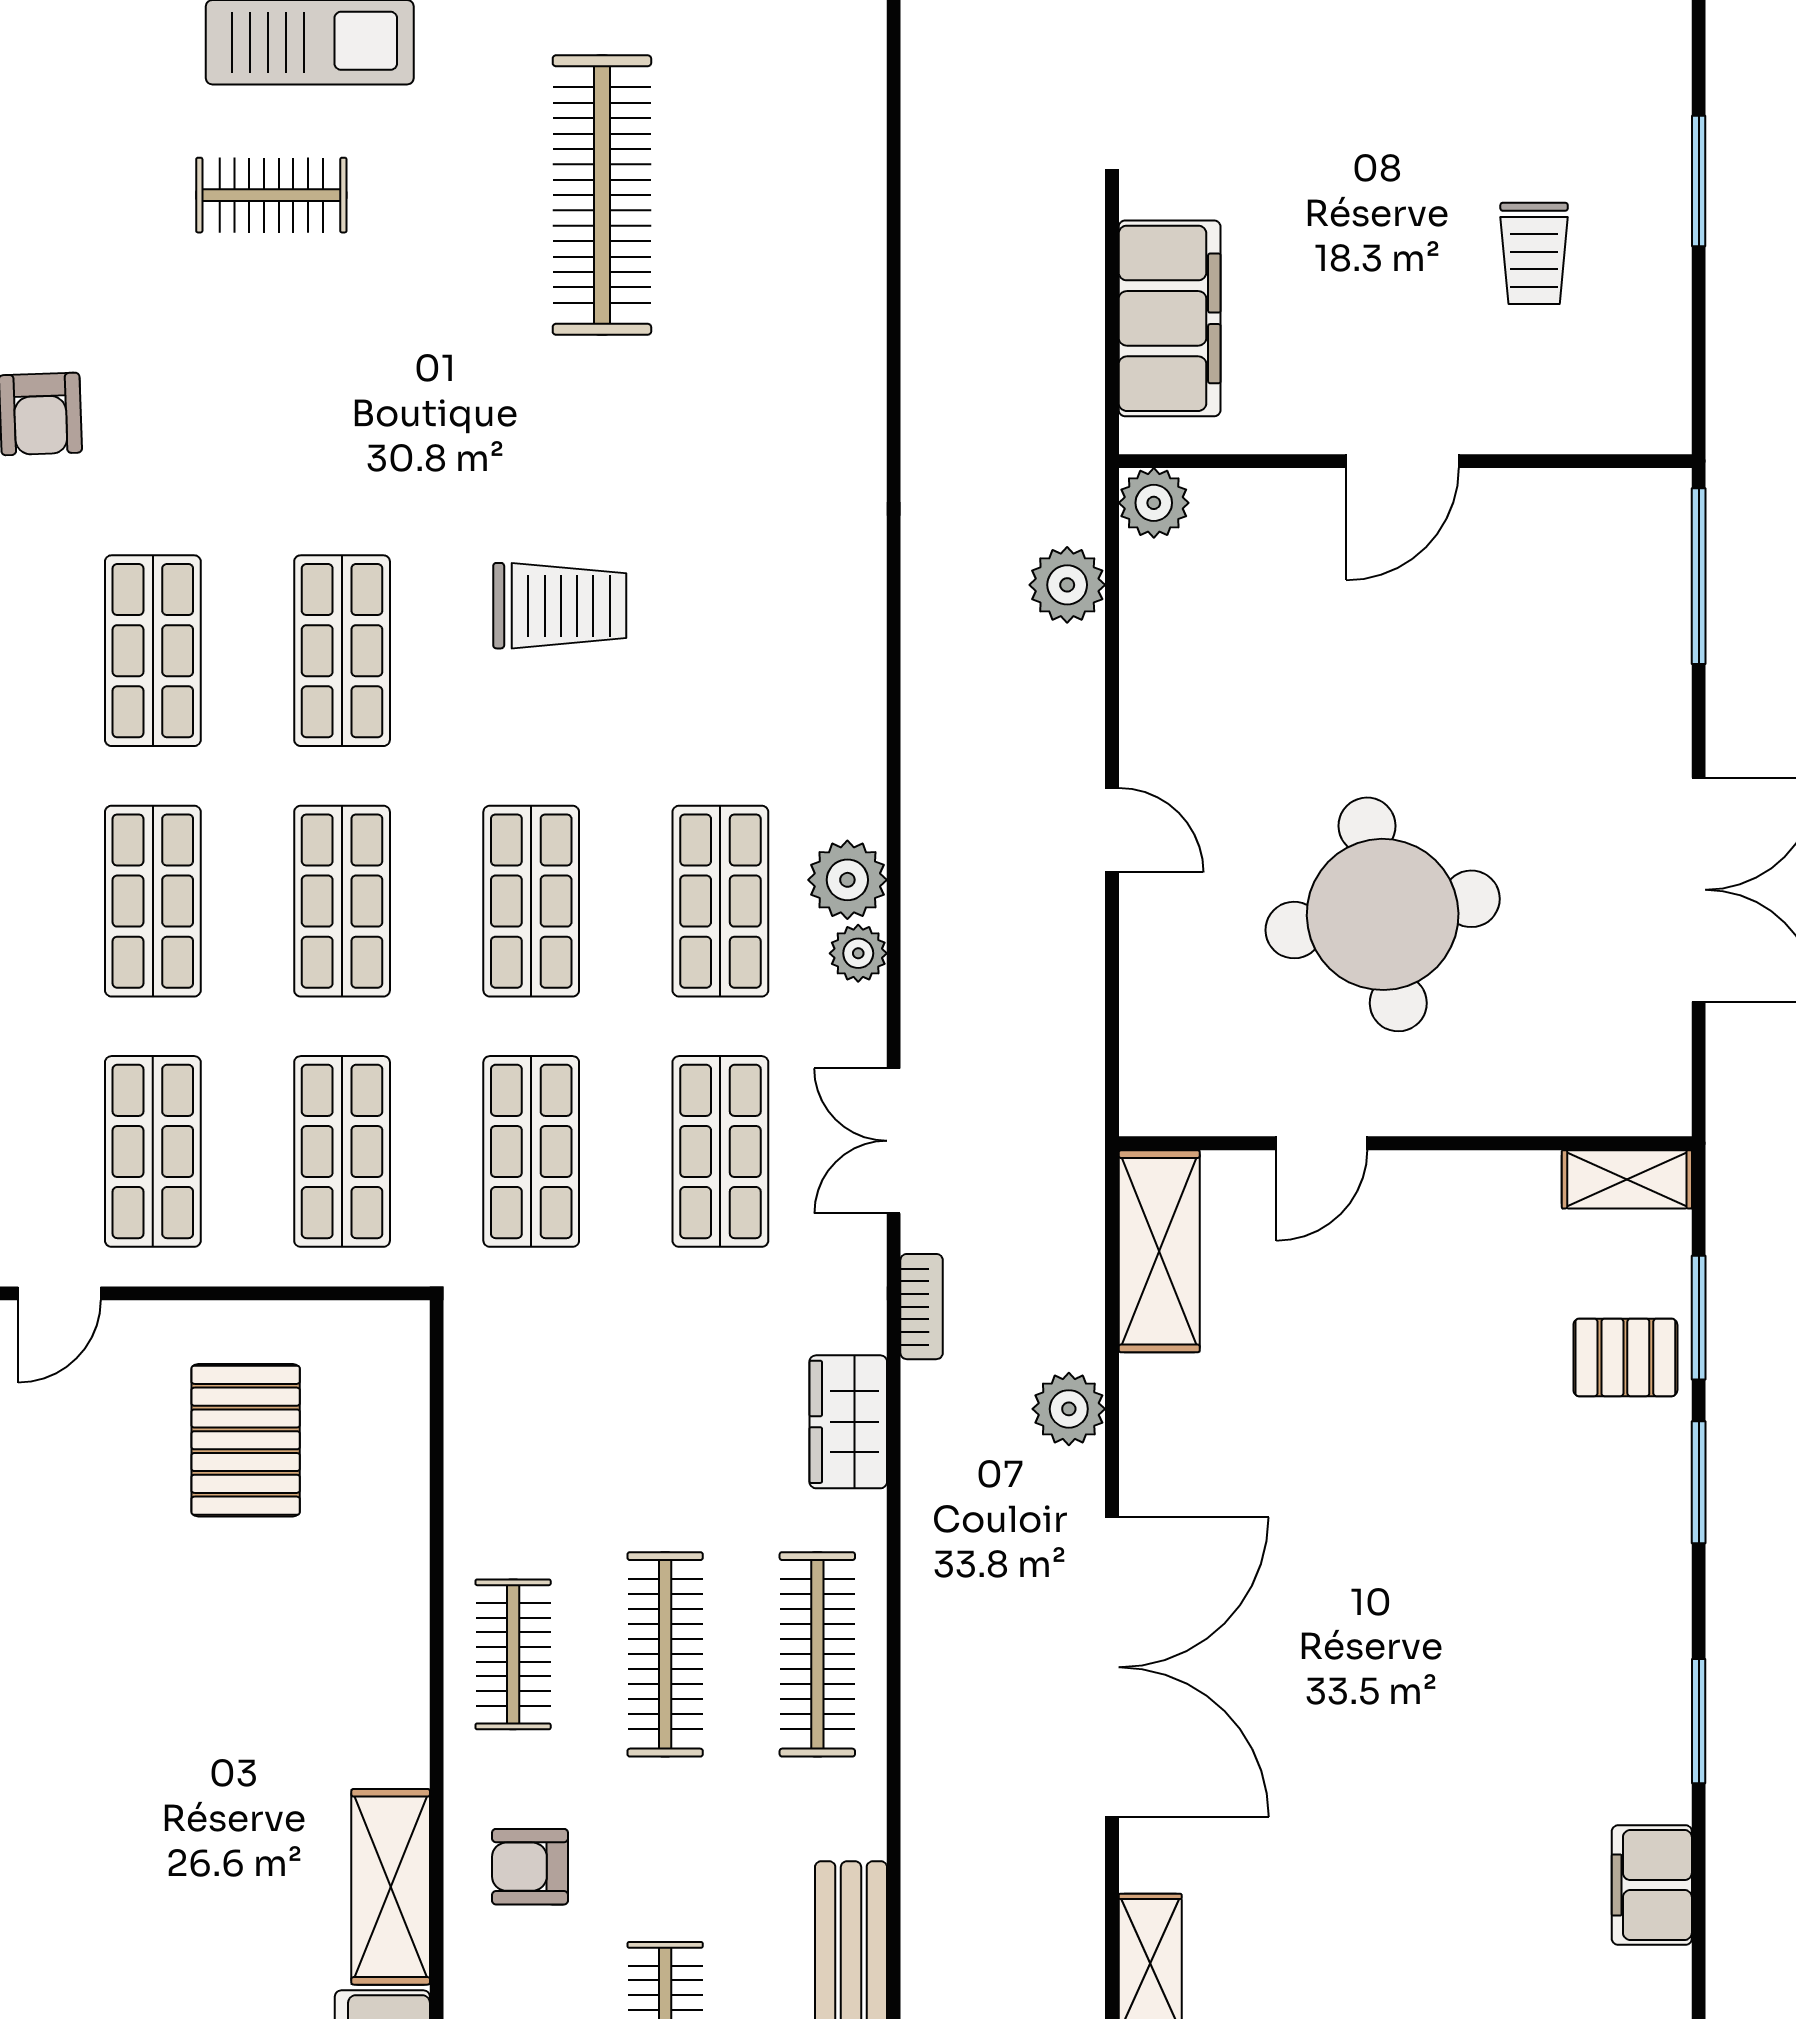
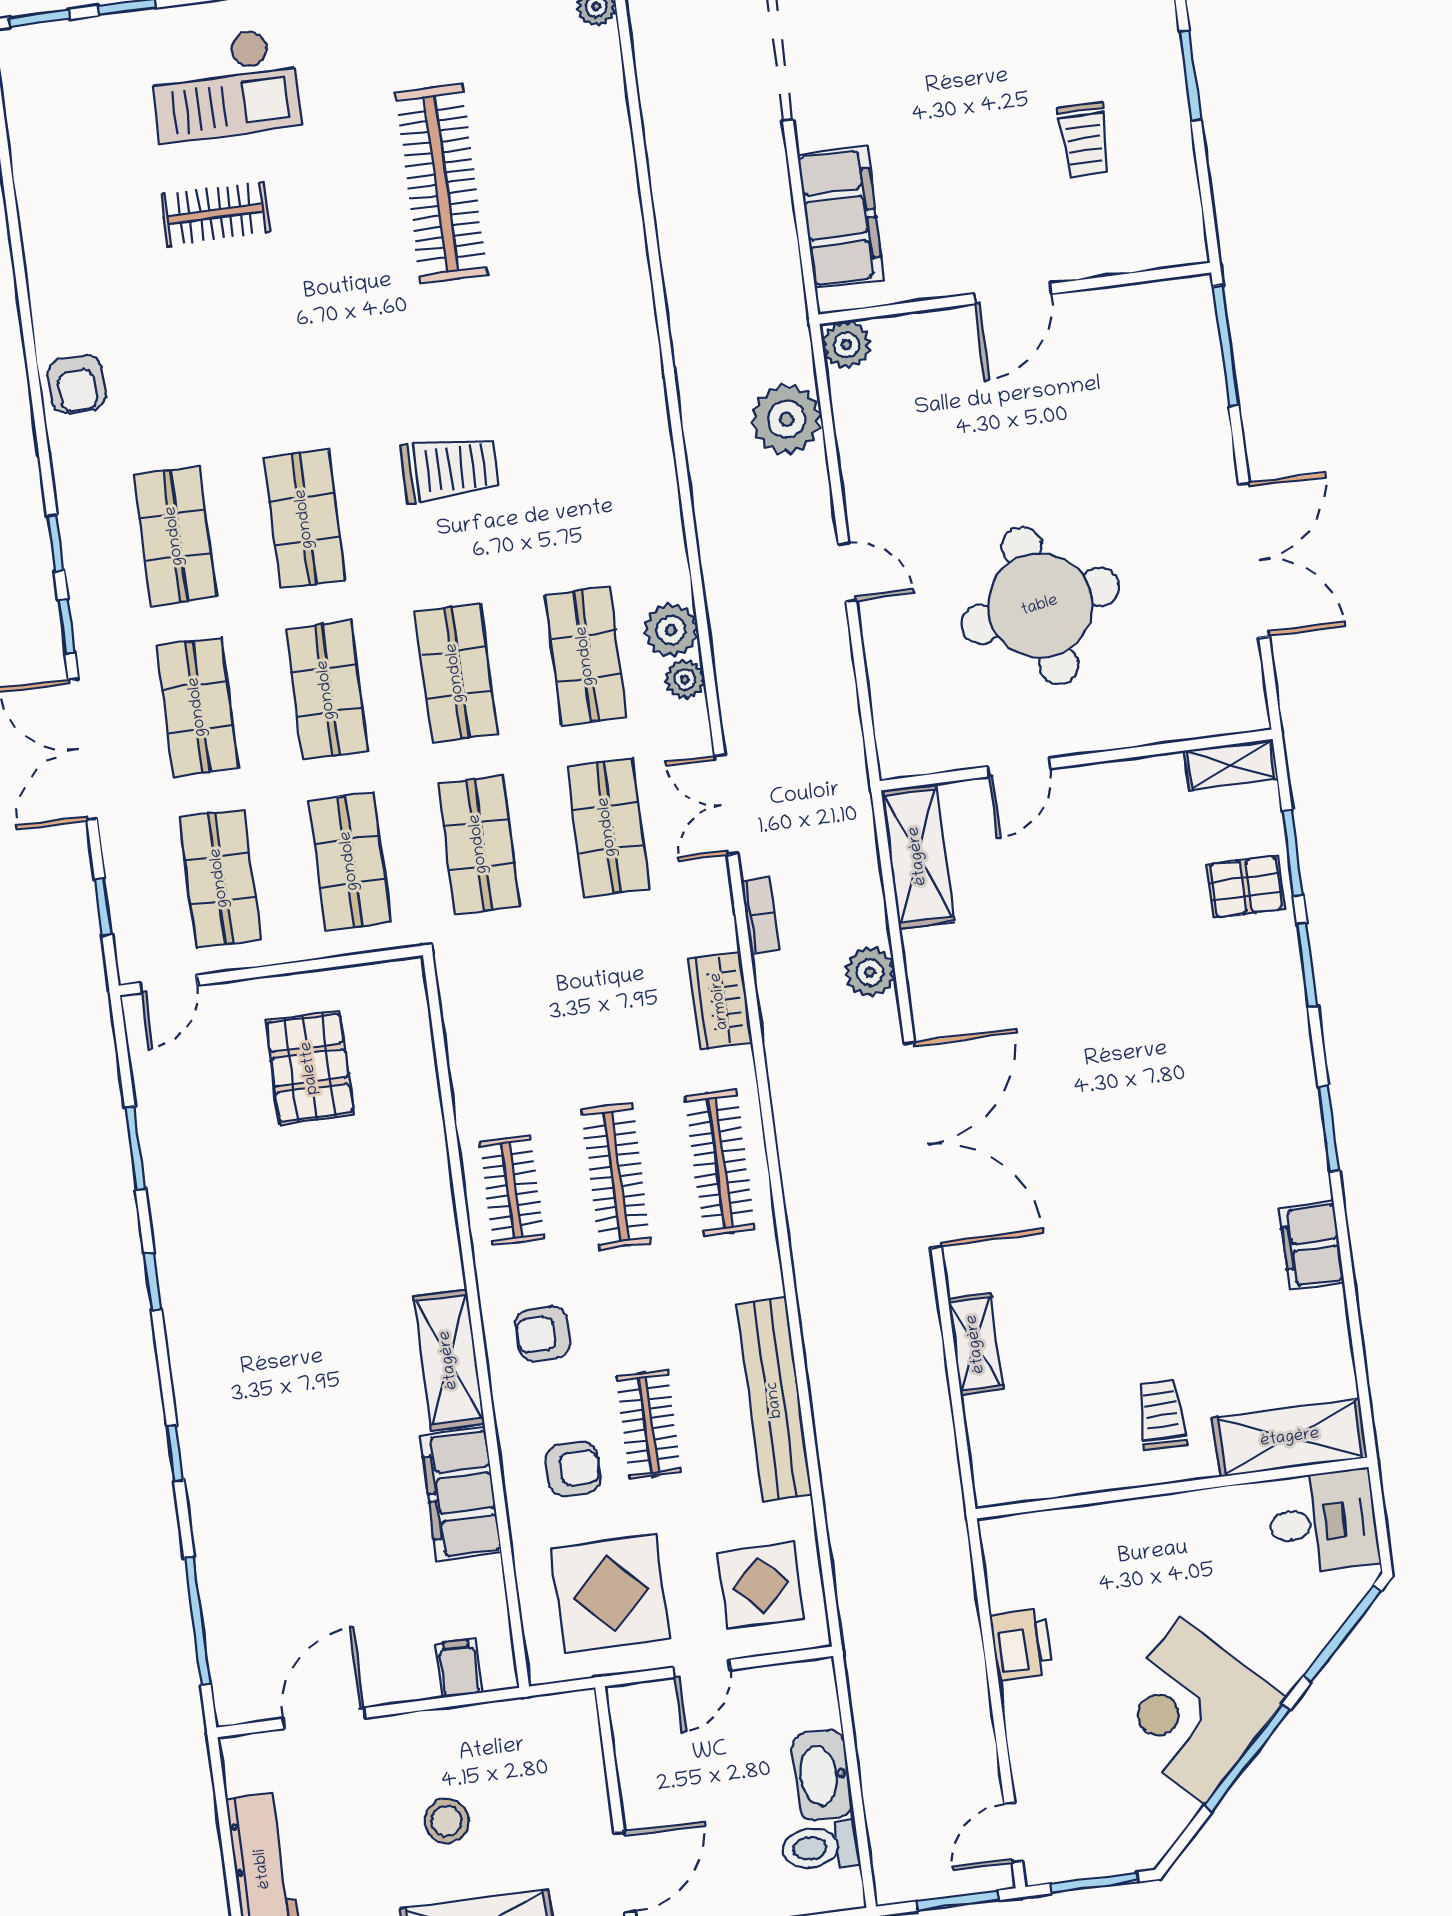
plant: (1067, 585) -> (786, 419), width x1.36, depth x1.36

